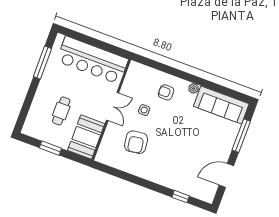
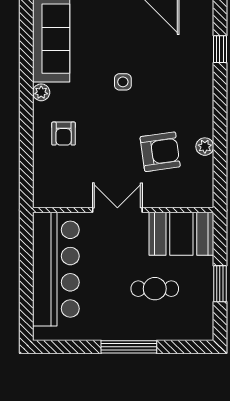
window: (42, 63) -> (129, 347), moved
side table: (144, 110) -> (123, 82), moved
plant: (130, 168) -> (205, 147), added

